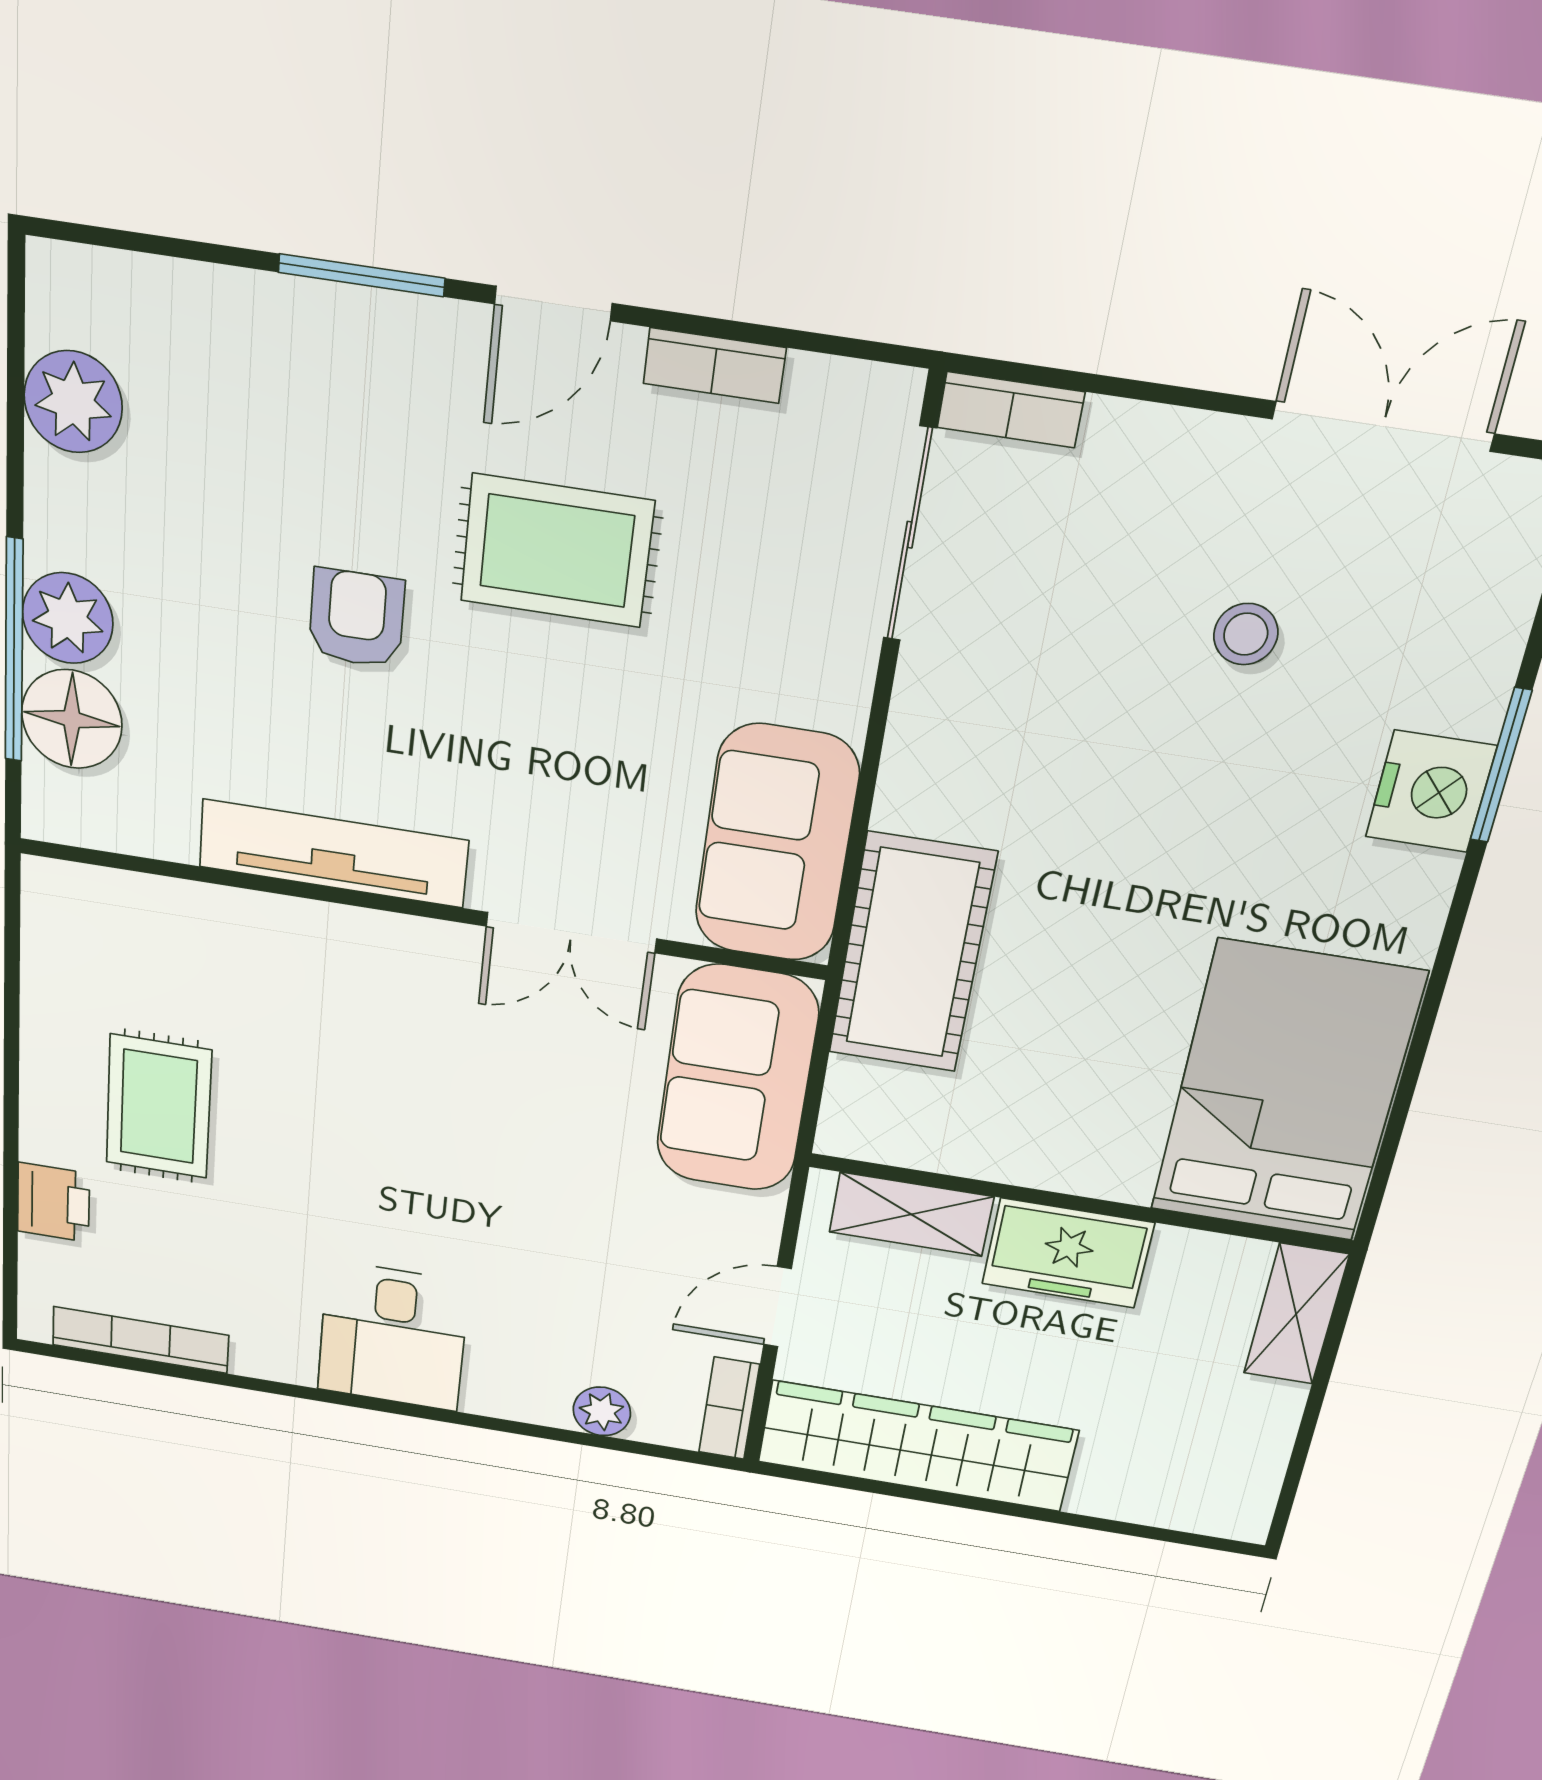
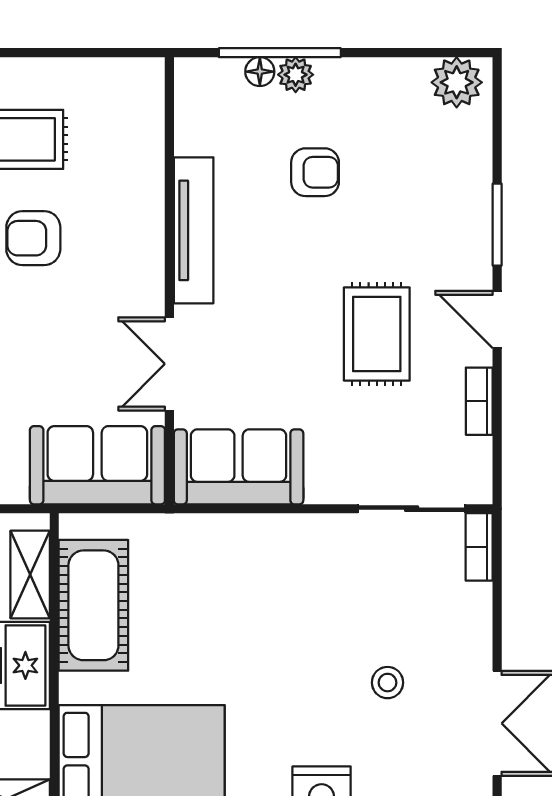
plant: (73, 402) -> (457, 82), moved
plant: (68, 618) -> (296, 75), width x0.73, depth x0.73
armchair: (357, 618) -> (315, 172), moved
floor lamp: (72, 719) -> (260, 72), width x0.53, depth x0.53
cot: (912, 953) -> (93, 605), moved, turned 90
armchair: (329, 1115) -> (33, 238), added

